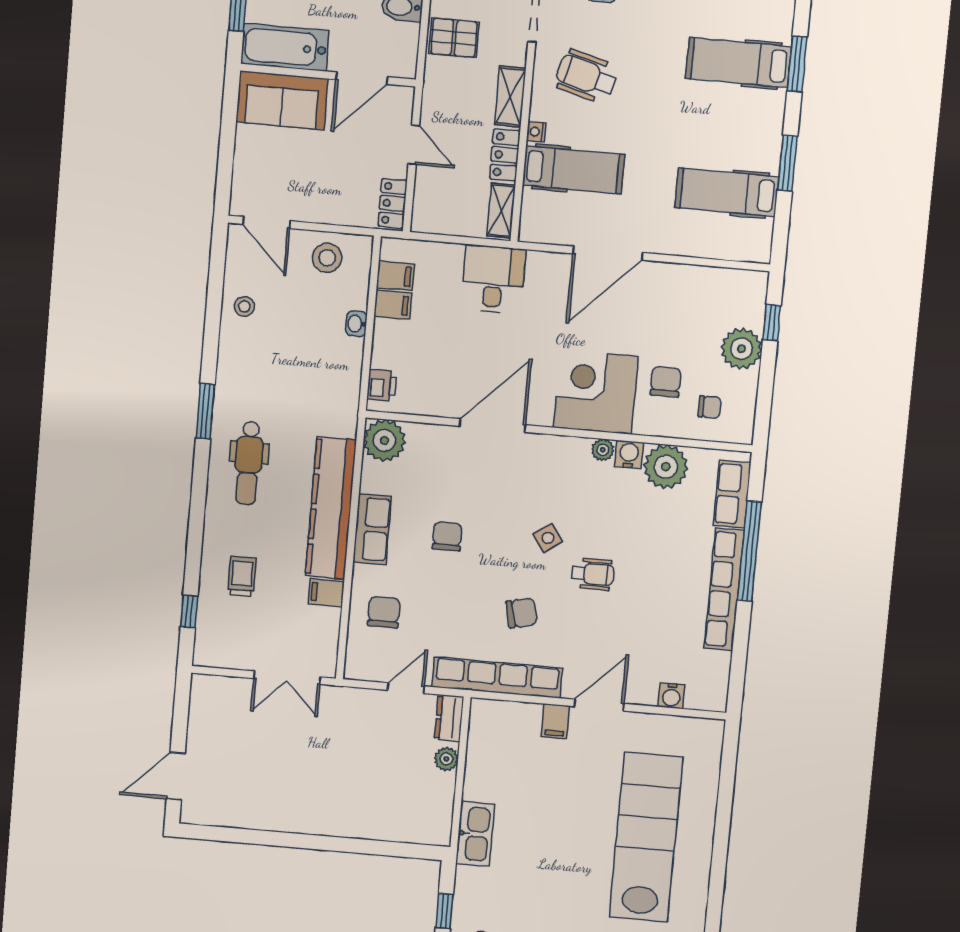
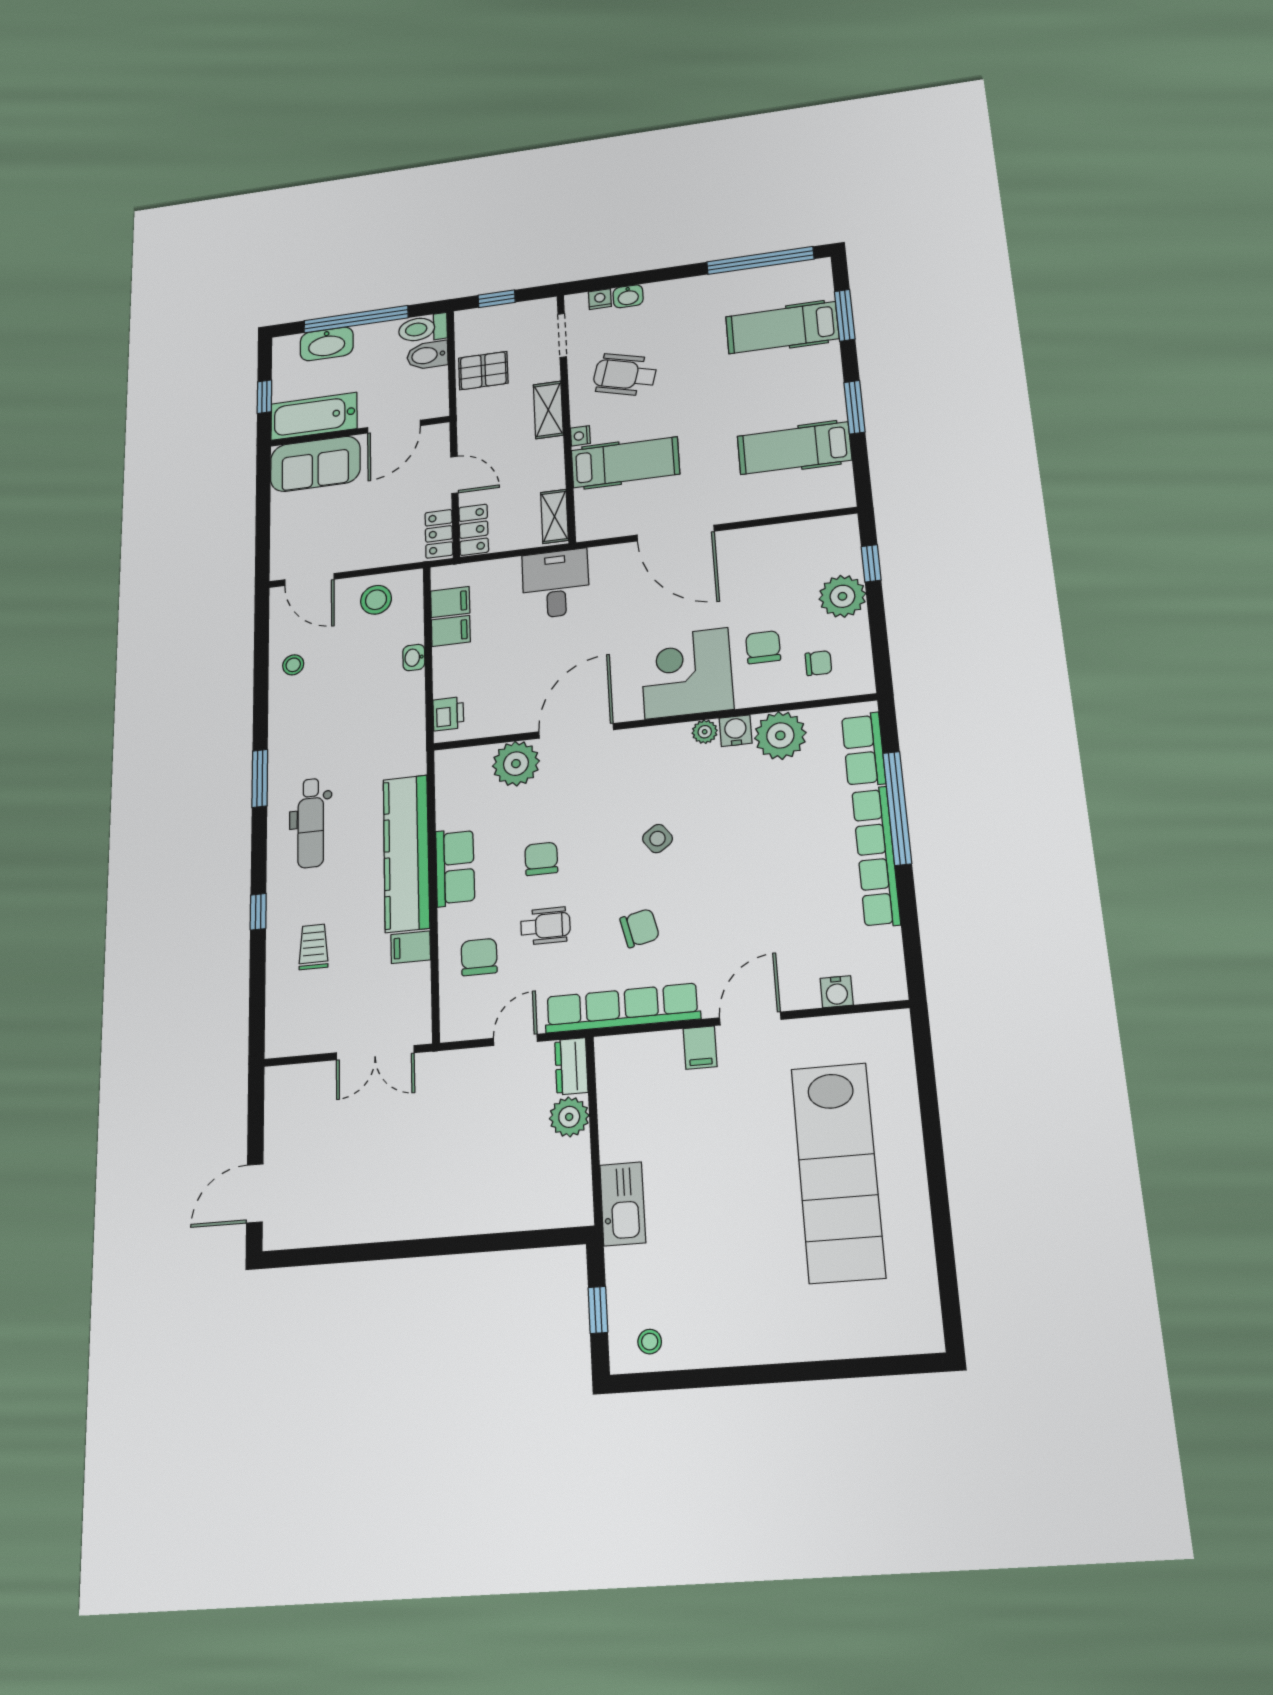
locker: (505, 155) -> (474, 530), moved, turned 180
door: (608, 253) -> (676, 533), hinge flipped
plant: (384, 440) -> (516, 764), moved
wheelchair: (593, 574) -> (546, 926), moved
window: (189, 611) -> (258, 912), moved
plant: (446, 759) -> (569, 1117), width x1.38, depth x1.38
lab bench: (646, 837) -> (838, 1172), turned 180

